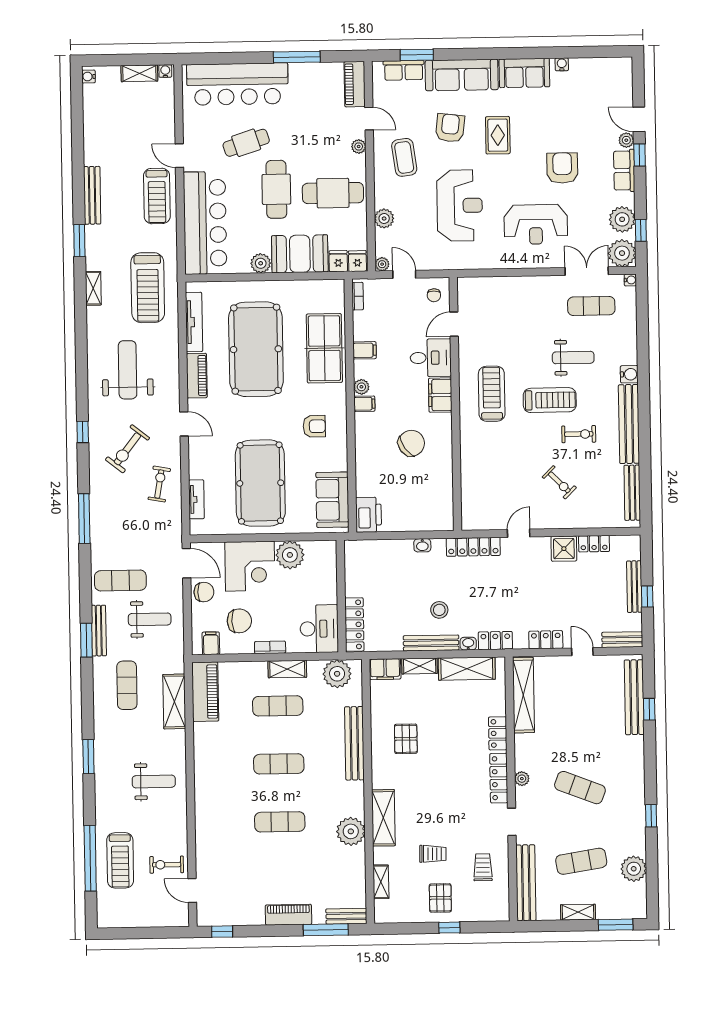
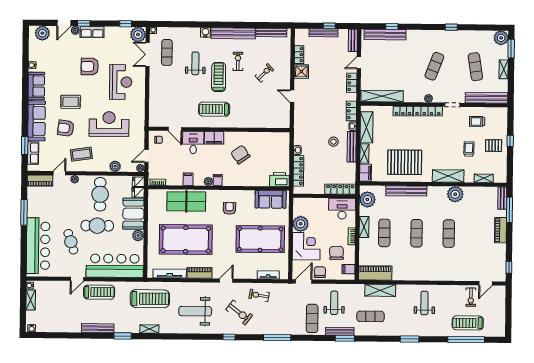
plant: (622, 219) -> (42, 33), moved
locker: (473, 547) -> (298, 171), moved
pallet: (406, 739) -> (405, 162), width x2.05, depth x2.00
treadmill: (120, 860) -> (468, 323), turned 180
plant: (634, 869) -> (501, 38), moved

